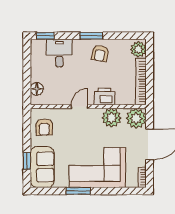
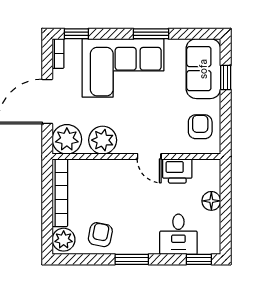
armchair: (100, 53) -> (100, 235), moved
floor lamp: (37, 89) -> (211, 201), moved
printer: (105, 97) -> (177, 171), moved
door: (79, 107) -> (149, 156), hinge flipped
window: (130, 191) -> (76, 34), added

